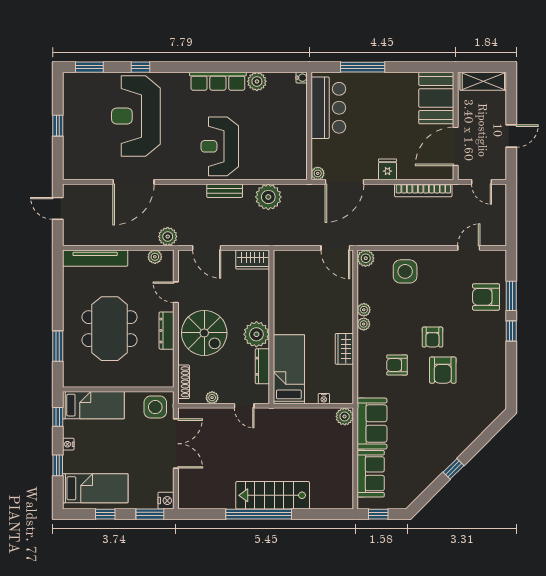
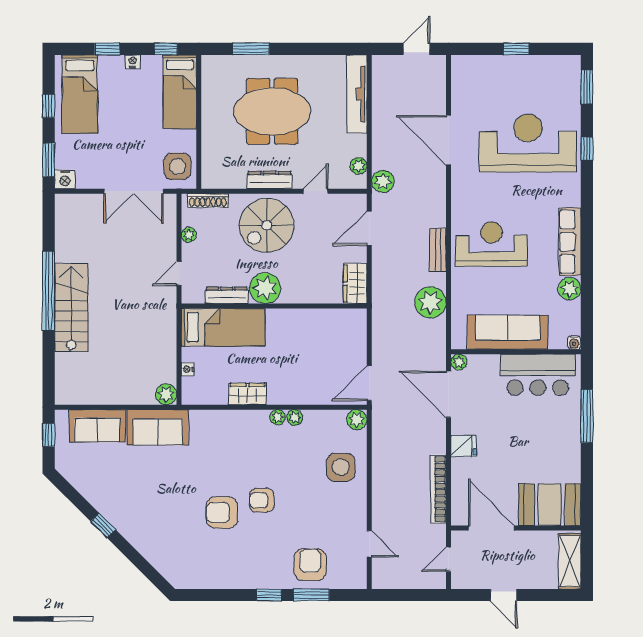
sofa: (293, 133) -> (508, 332), added
armchair: (397, 365) -> (228, 457), removed

